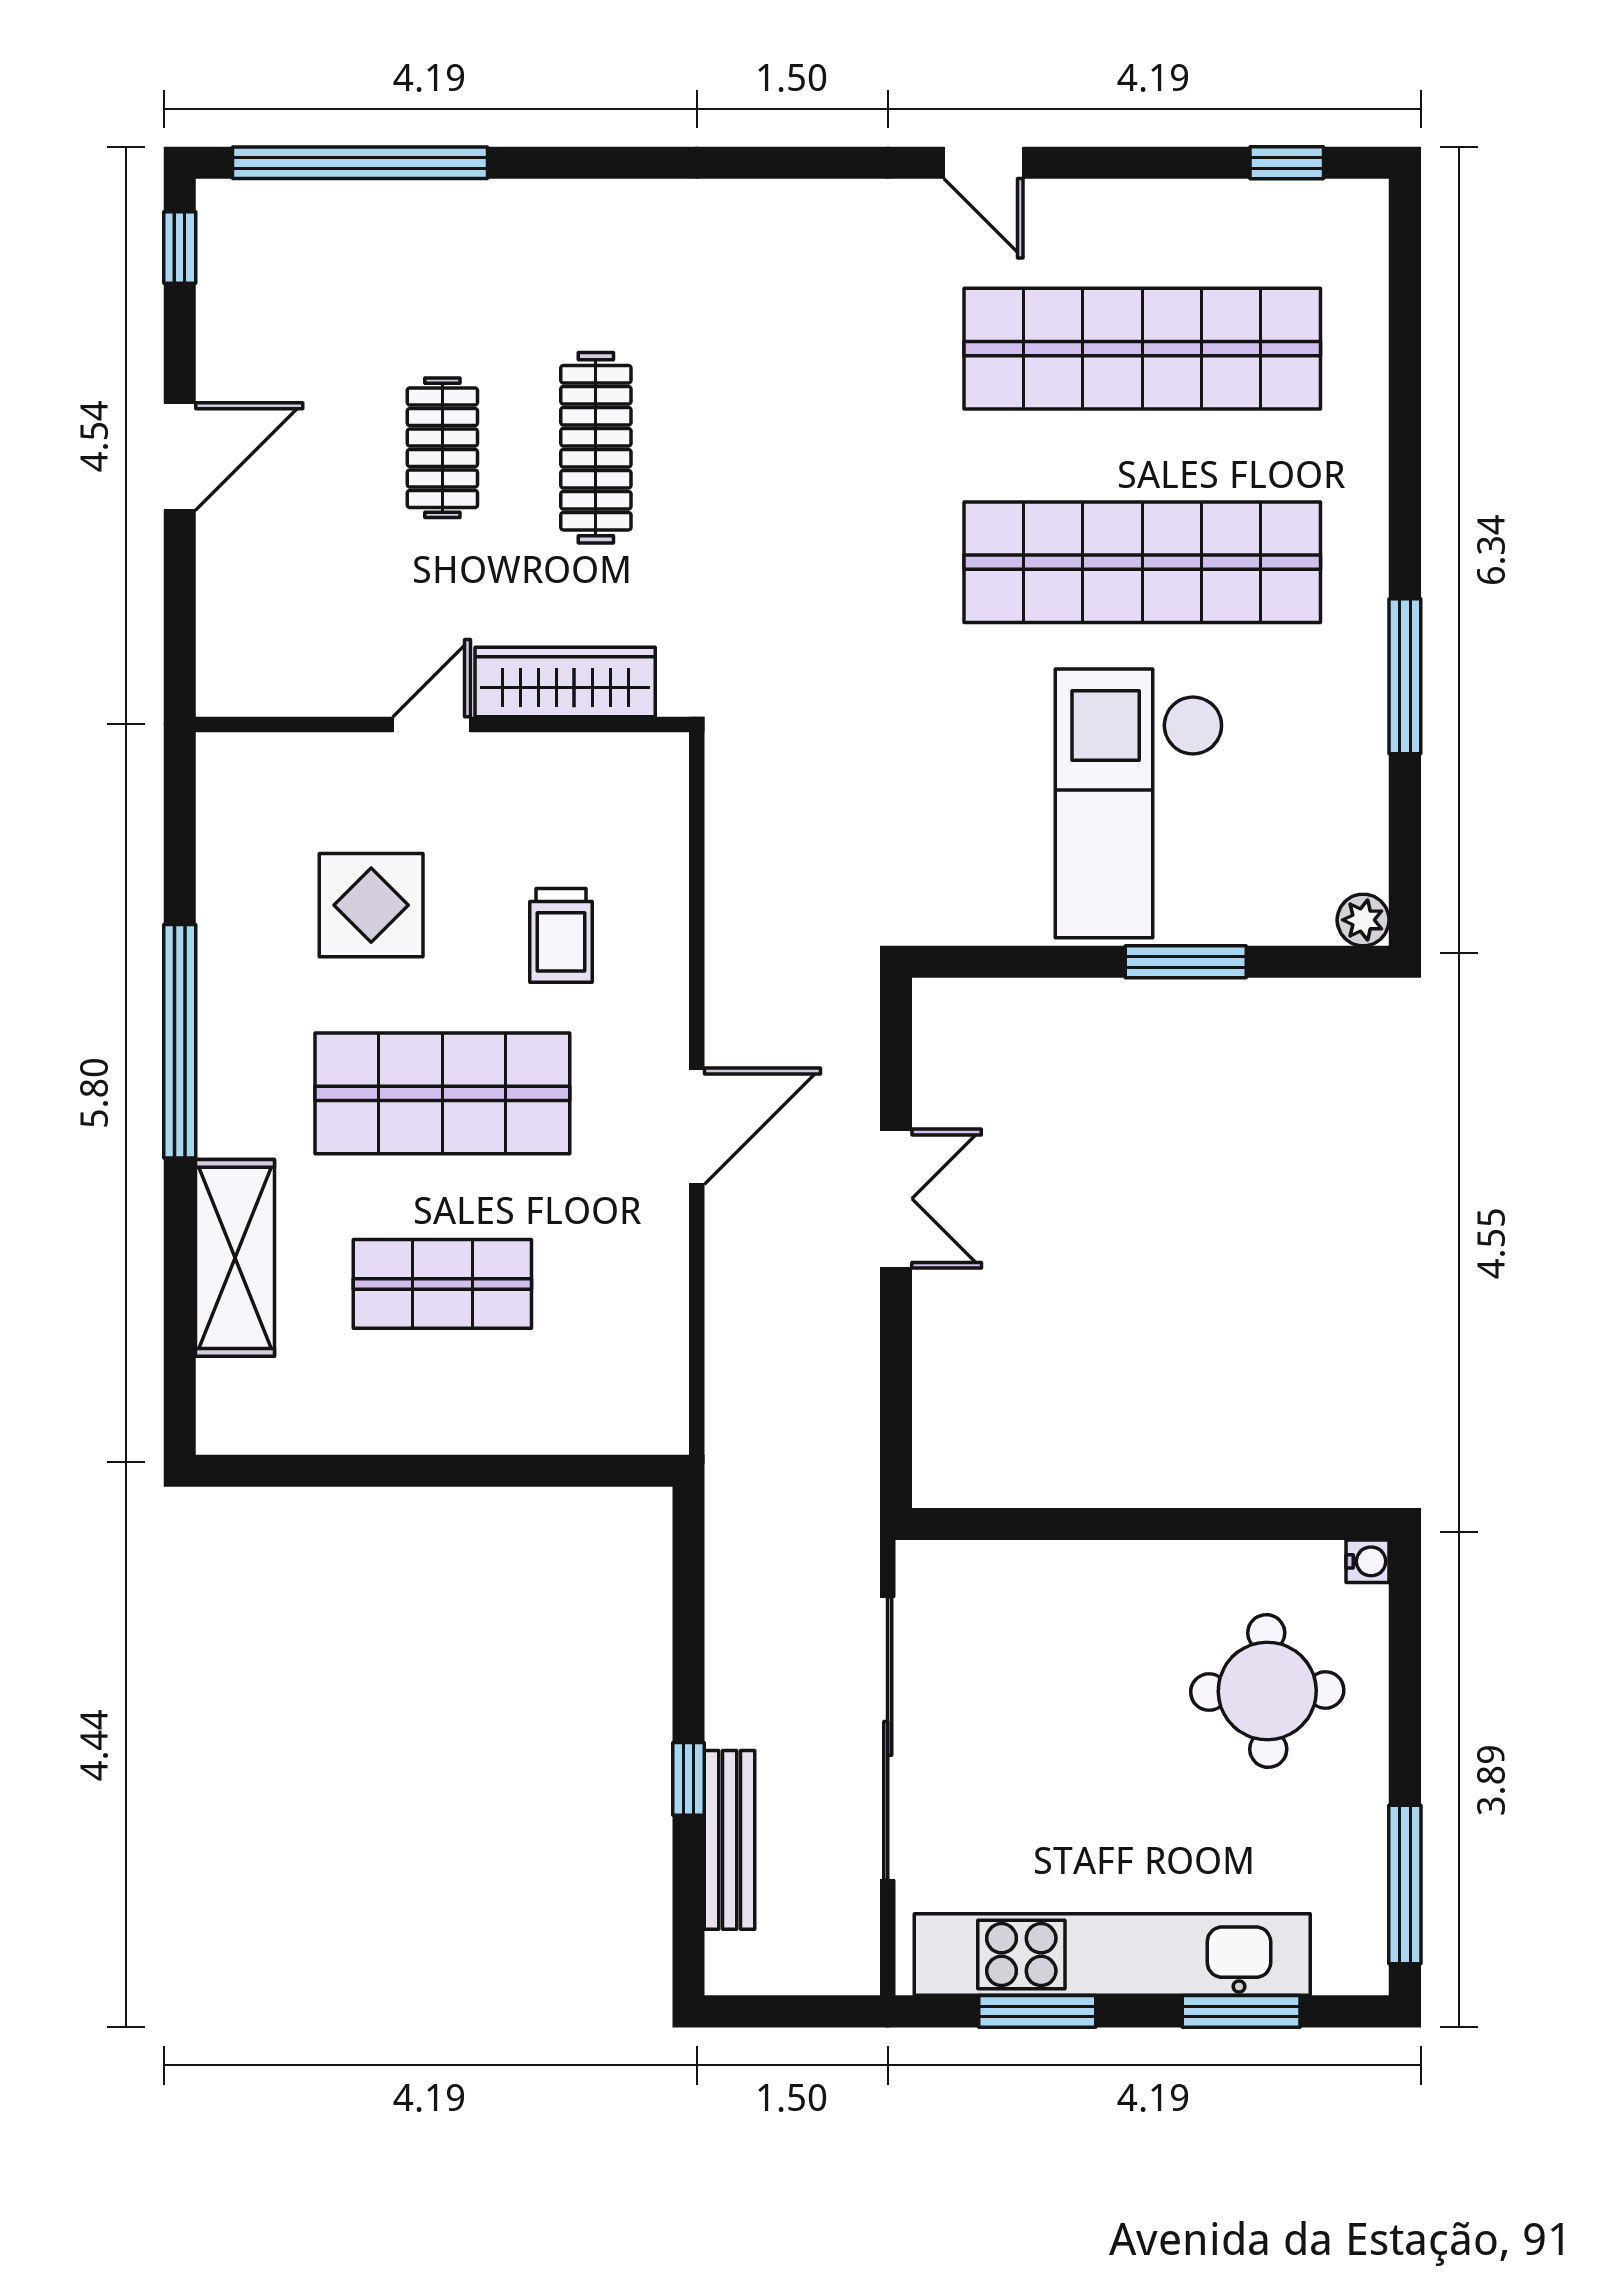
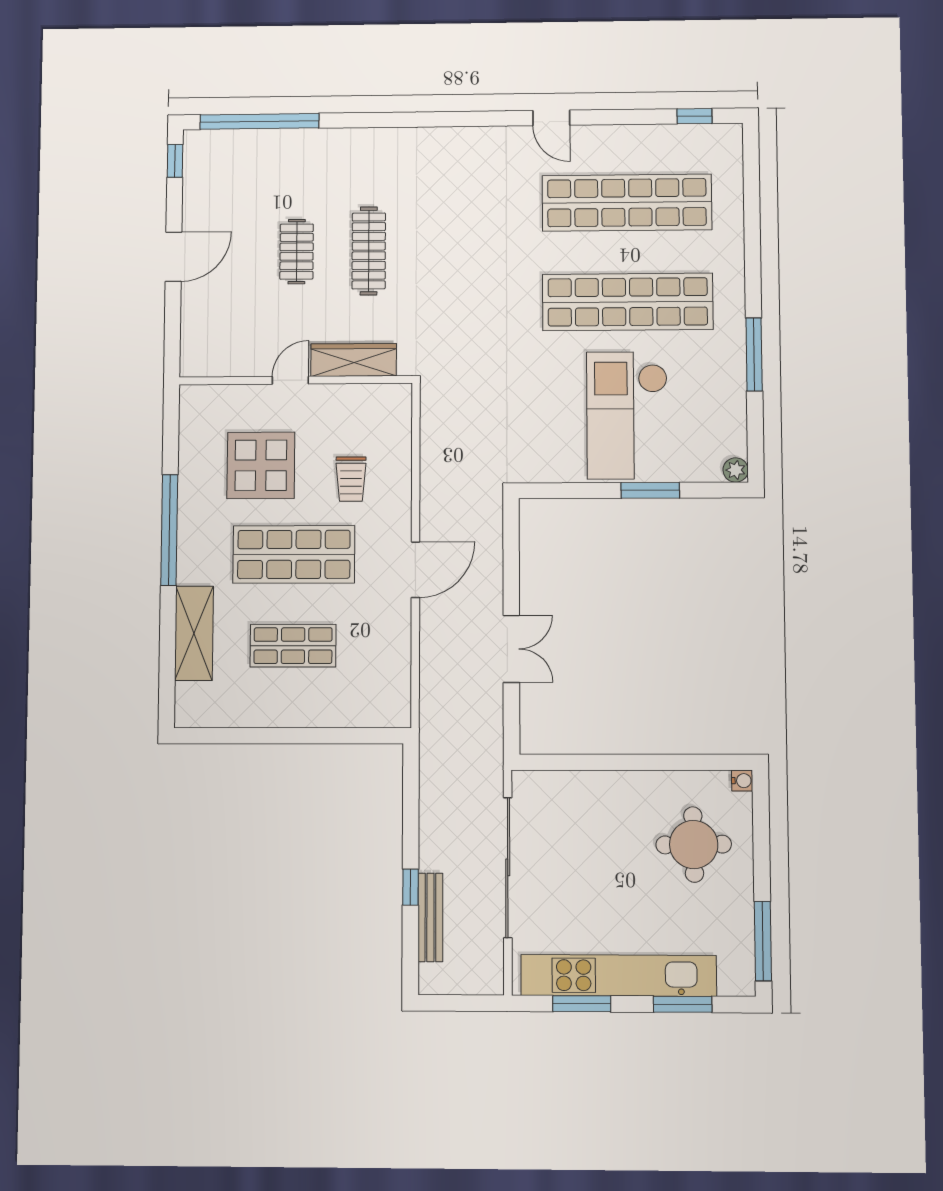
display table: (371, 905) -> (261, 465), width x1.36, depth x1.36
double door: (896, 1199) -> (511, 649), moved

